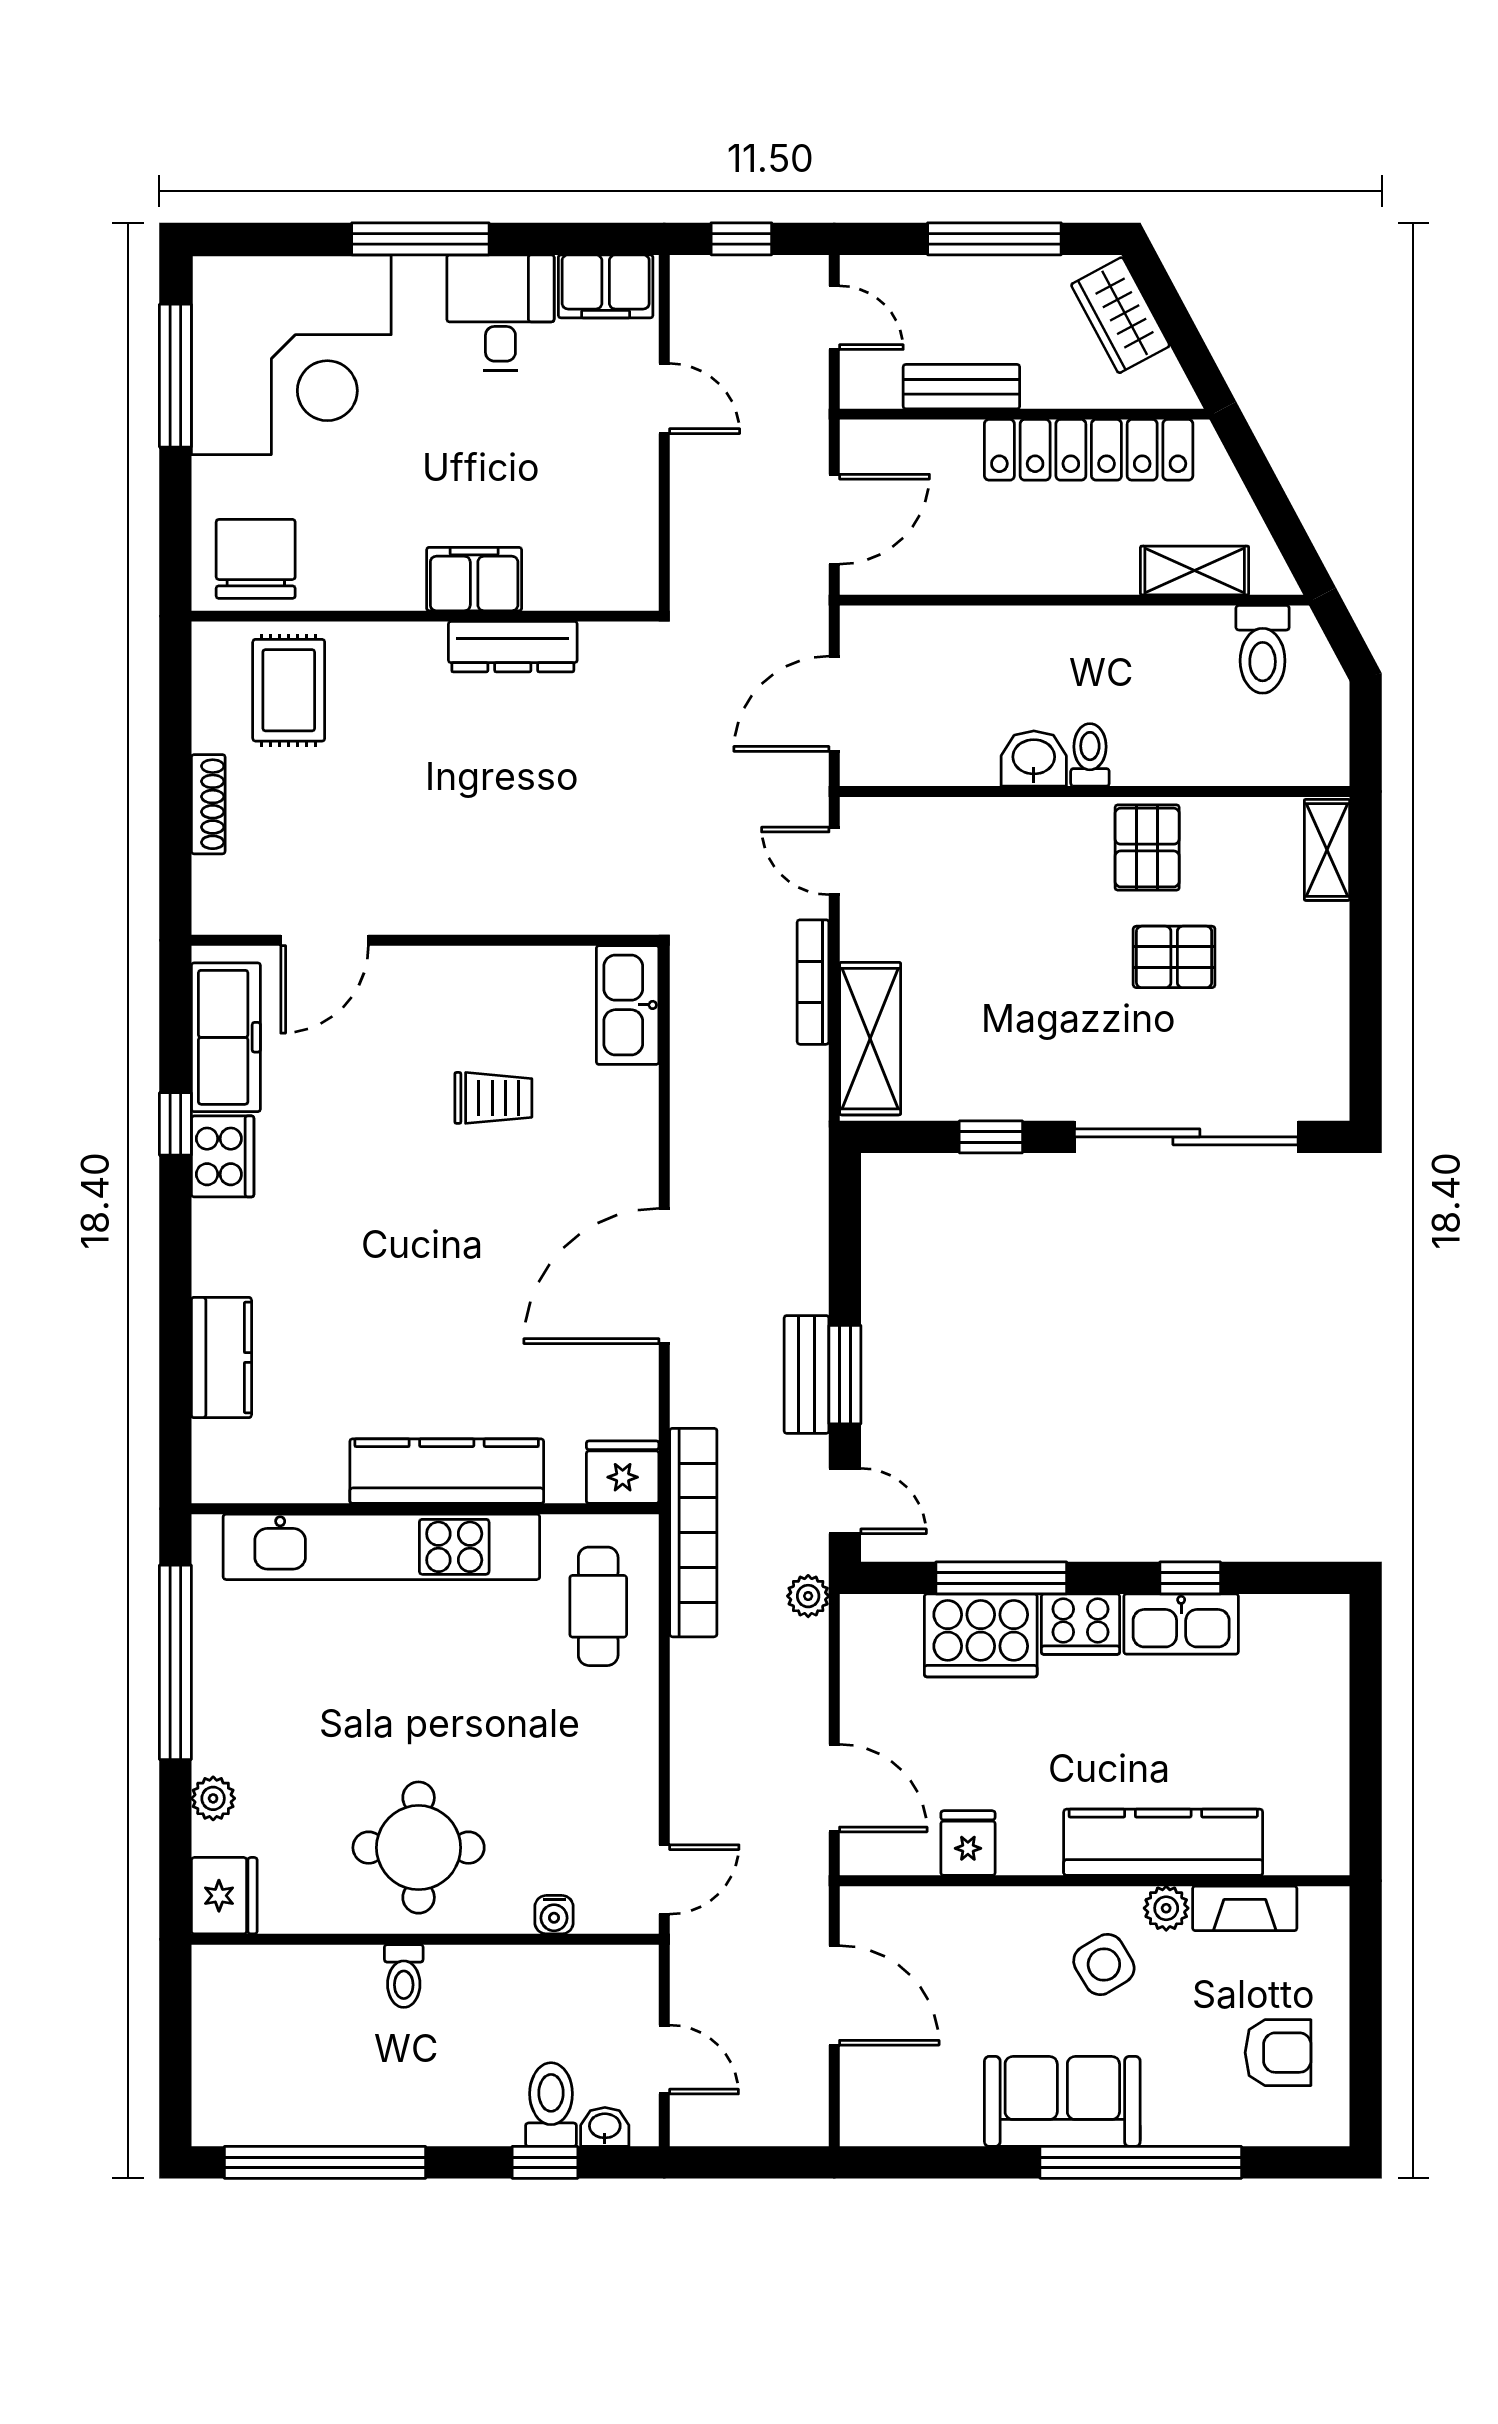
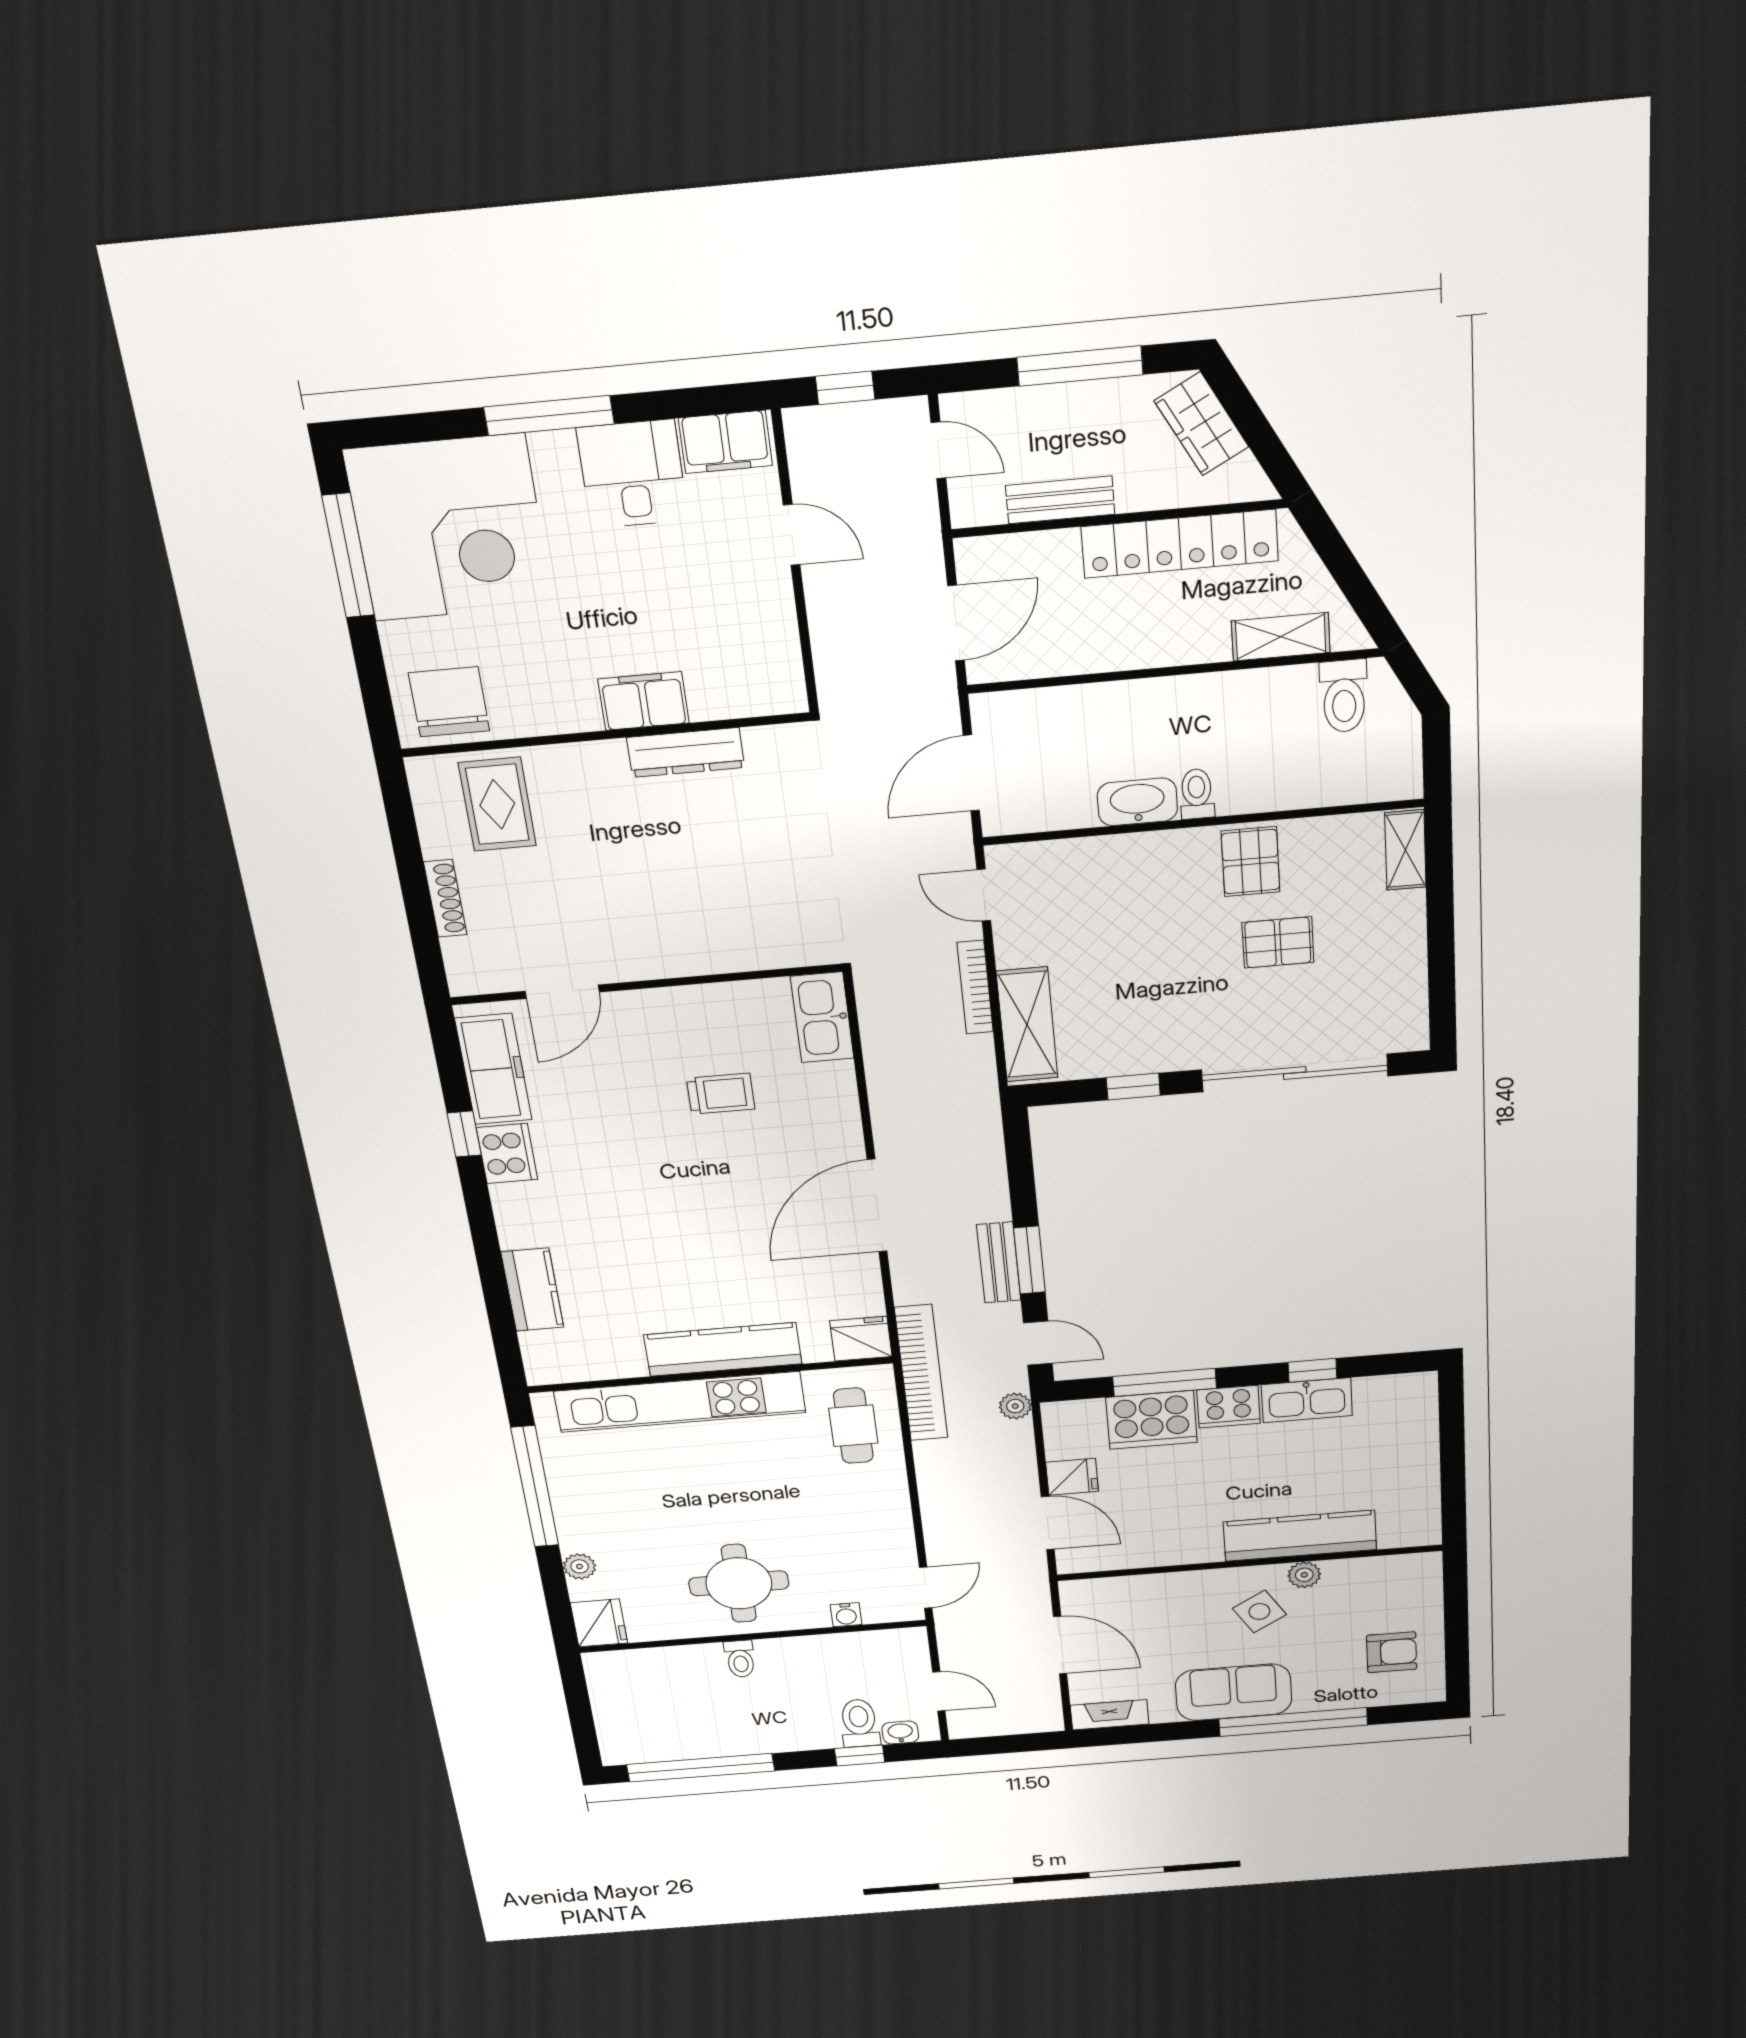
washbasin: (1034, 758) -> (1137, 802), width x1.38
fridge: (968, 1843) -> (1072, 1477), moved, turned 90
fireplace: (1245, 1908) -> (1110, 1715), moved, turned 180

